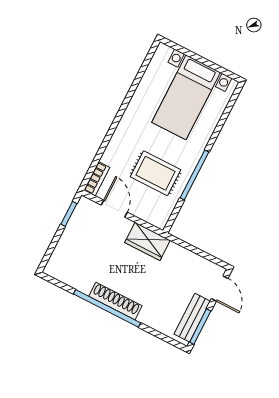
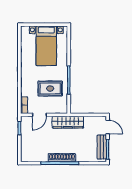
door: (114, 209) -> (39, 115), swing flipped
wardrobe: (148, 241) -> (68, 122), width x1.50

